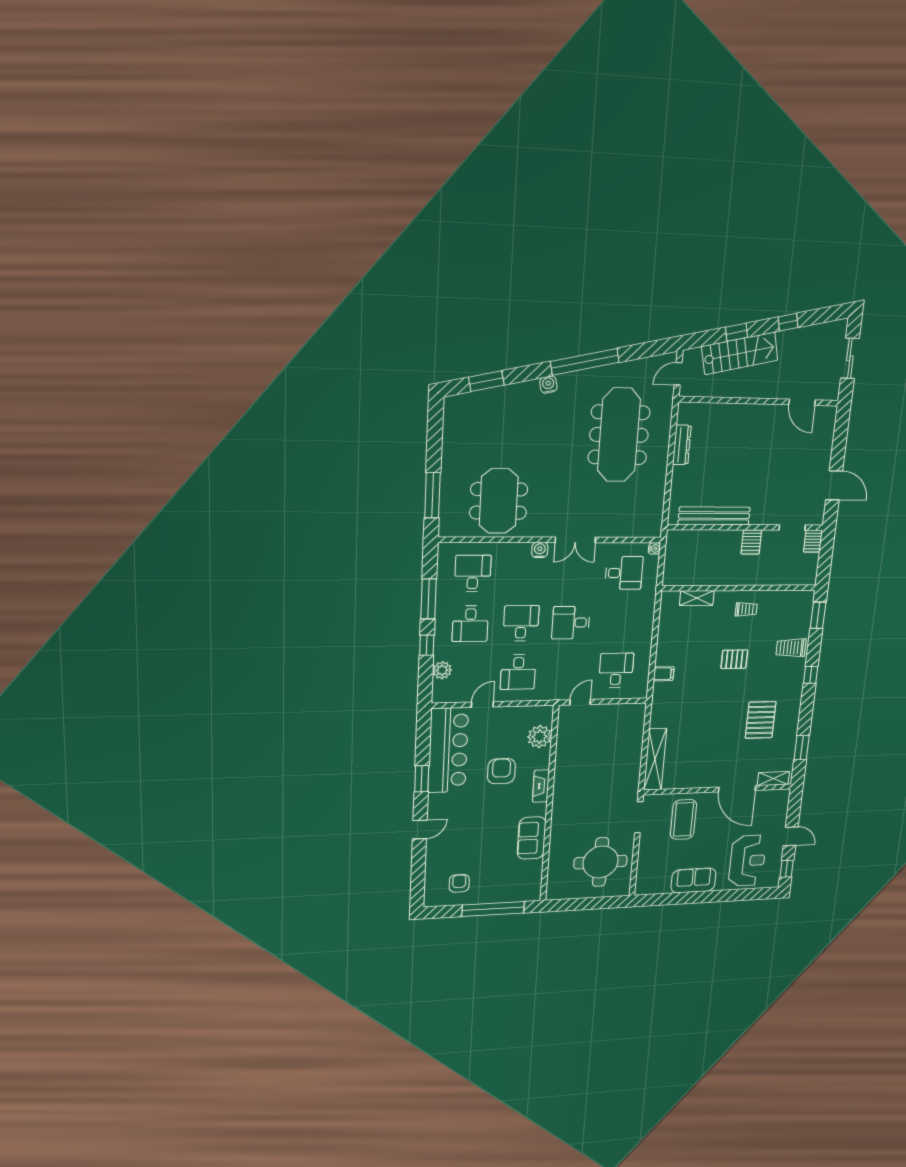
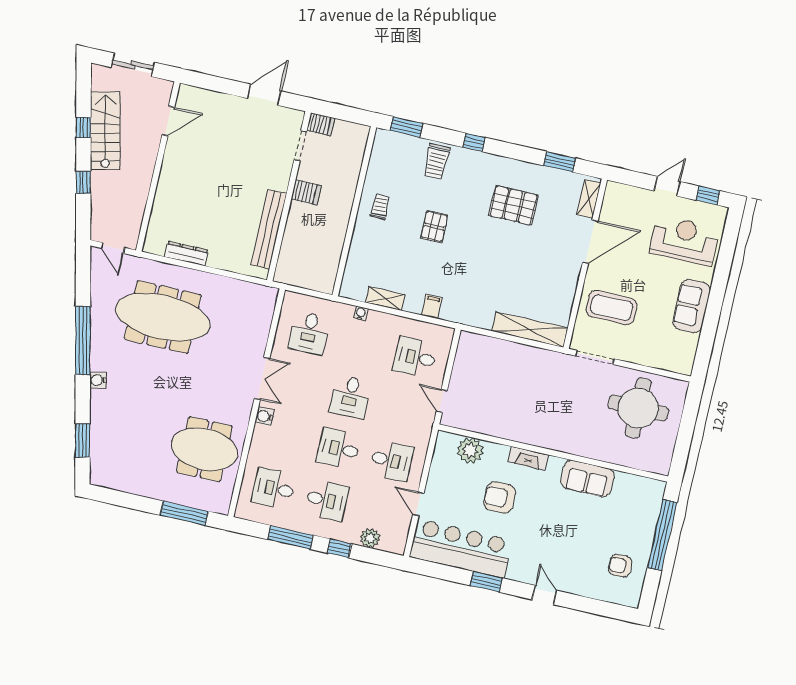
stairs: (740, 353) -> (105, 131), moved
water cooler: (654, 548) -> (361, 313), moved
desk: (624, 573) -> (309, 333), turned 180
shelving: (697, 598) -> (385, 298), moved, turned 90

